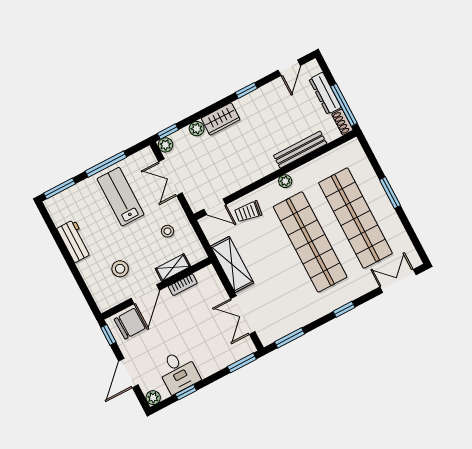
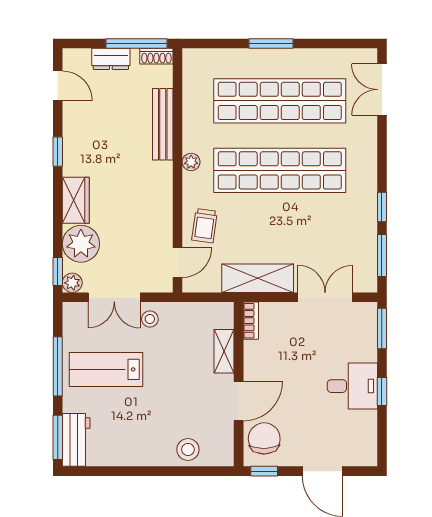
dresser: (325, 93) -> (111, 59), width x0.70
plant: (197, 129) -> (81, 244), width x1.87, depth x1.87
stool: (167, 231) -> (150, 319), moved
workbench: (74, 241) -> (76, 440), moved, turned 90
stool: (120, 269) -> (188, 449), moved
bookcase: (183, 285) -> (251, 321), moved
door: (145, 294) -> (239, 401), hinge flipped
window: (344, 309) -> (382, 207), moved
double door: (243, 315) -> (325, 297), swing flipped
desk: (178, 372) -> (352, 386), moved
window: (186, 392) -> (382, 391), moved
plant: (153, 398) -> (368, 457), removed

